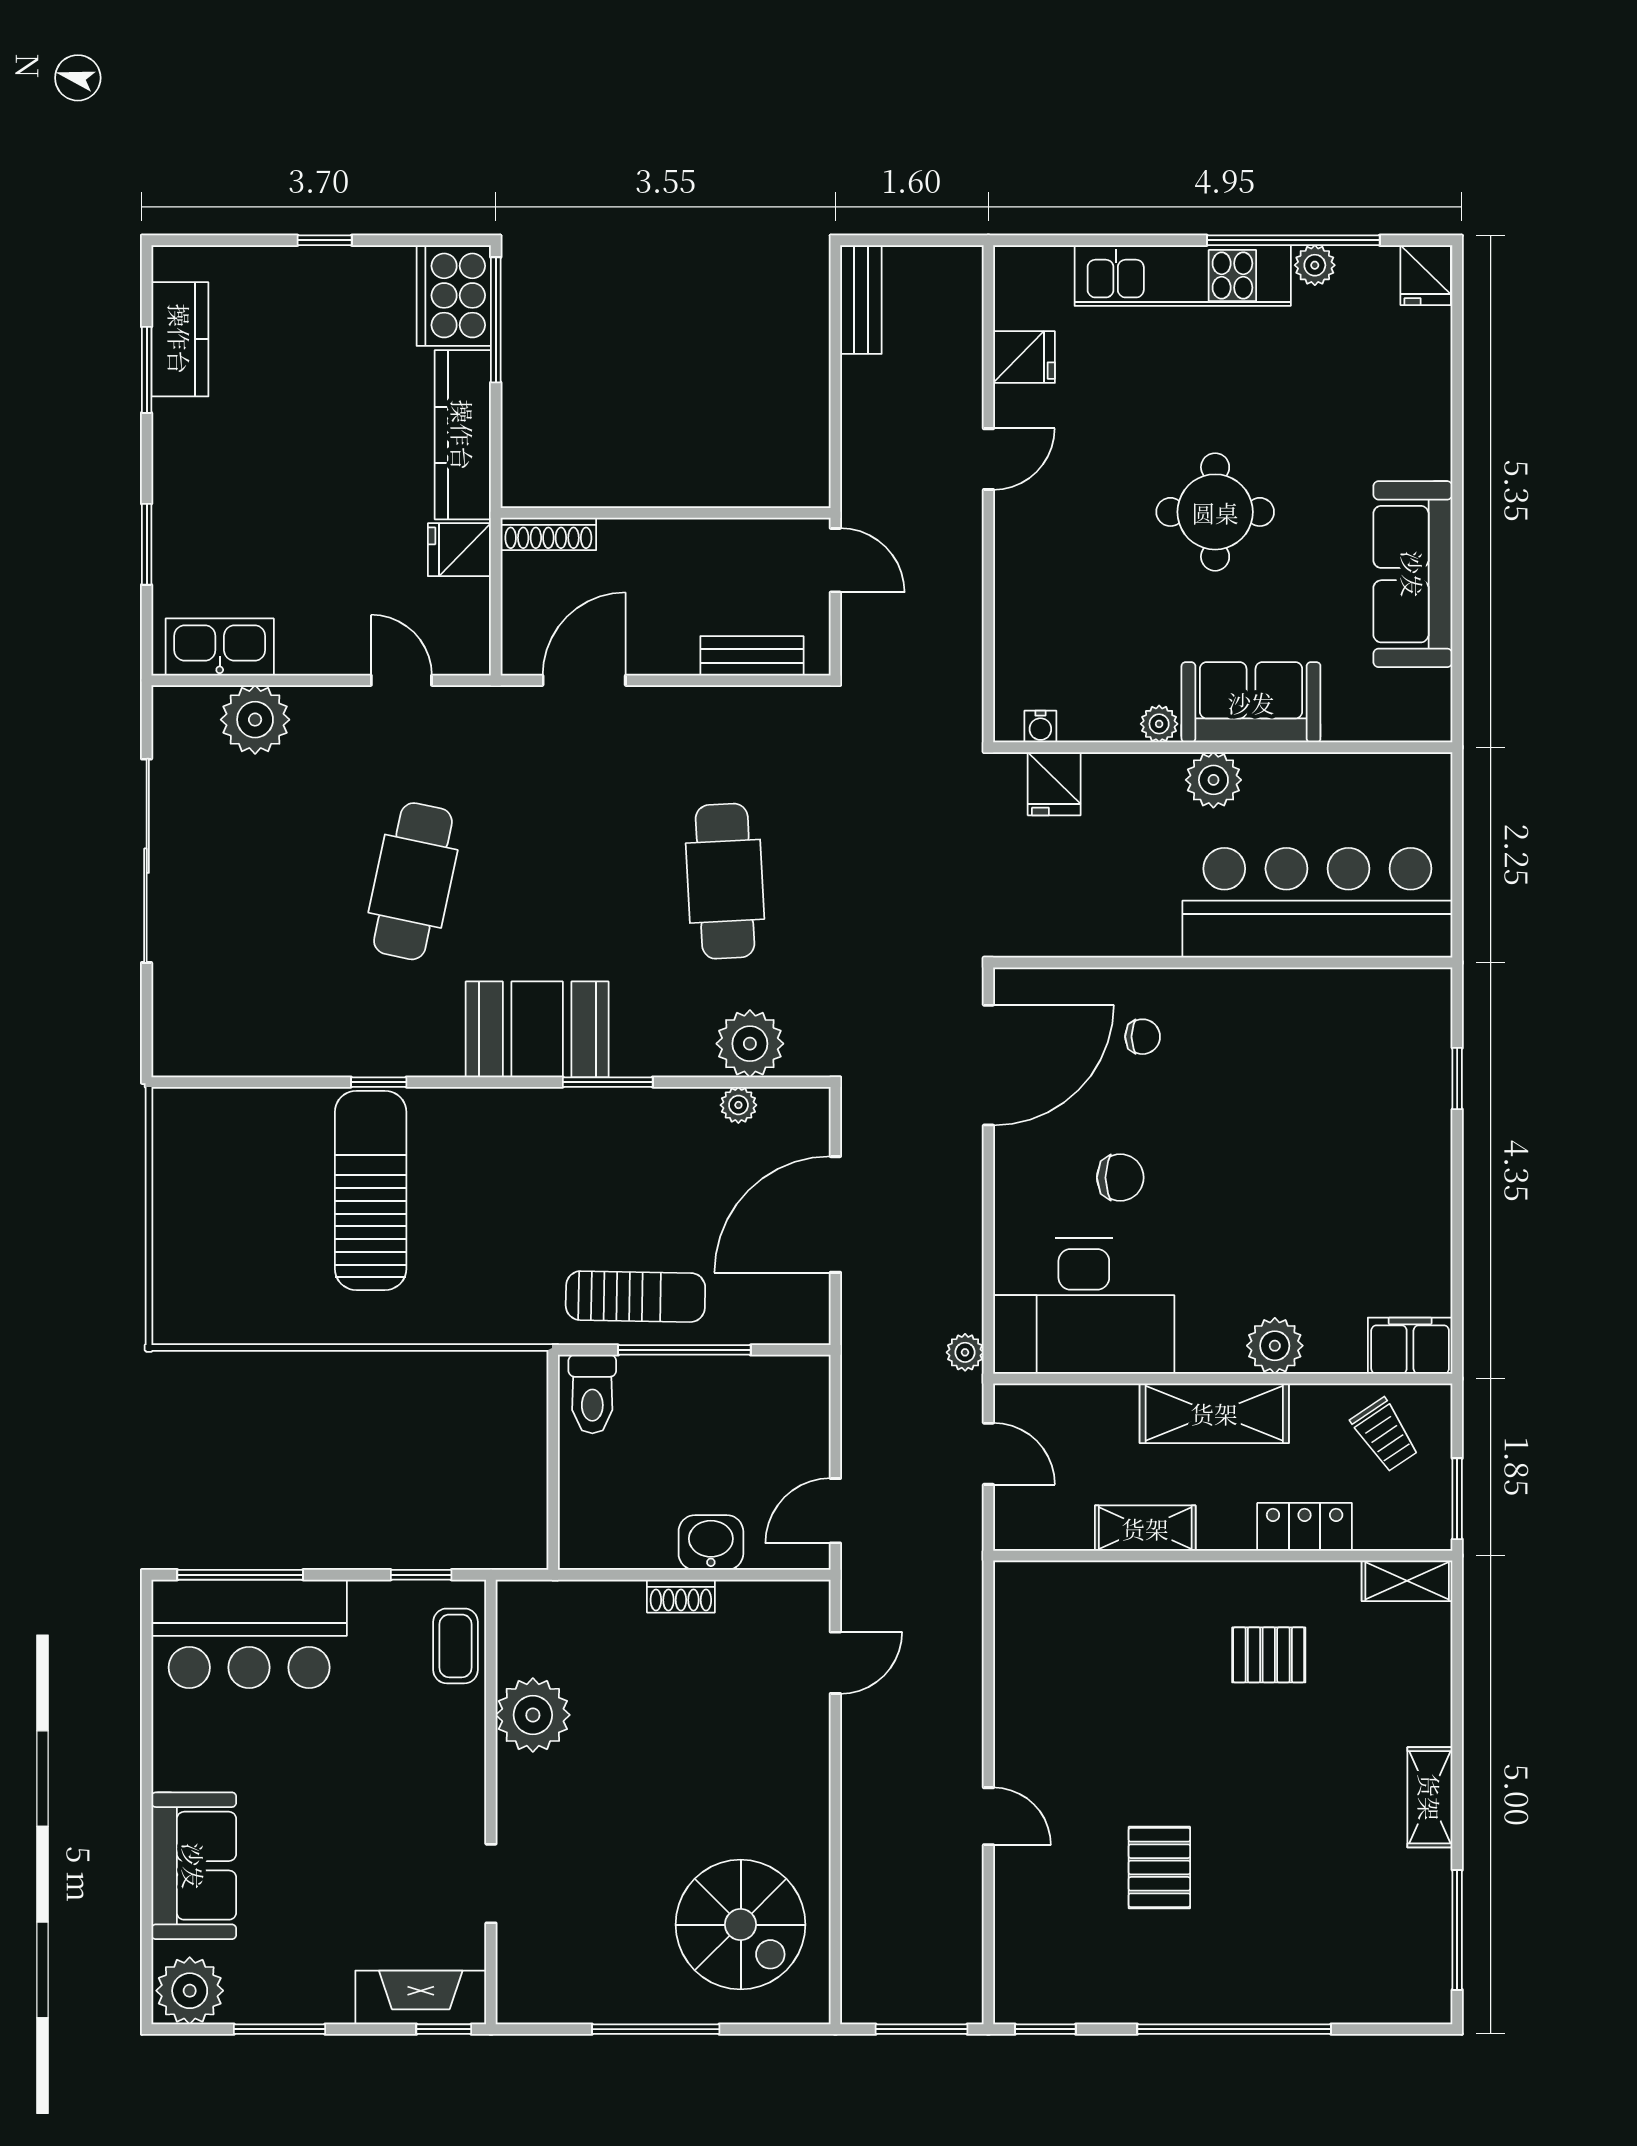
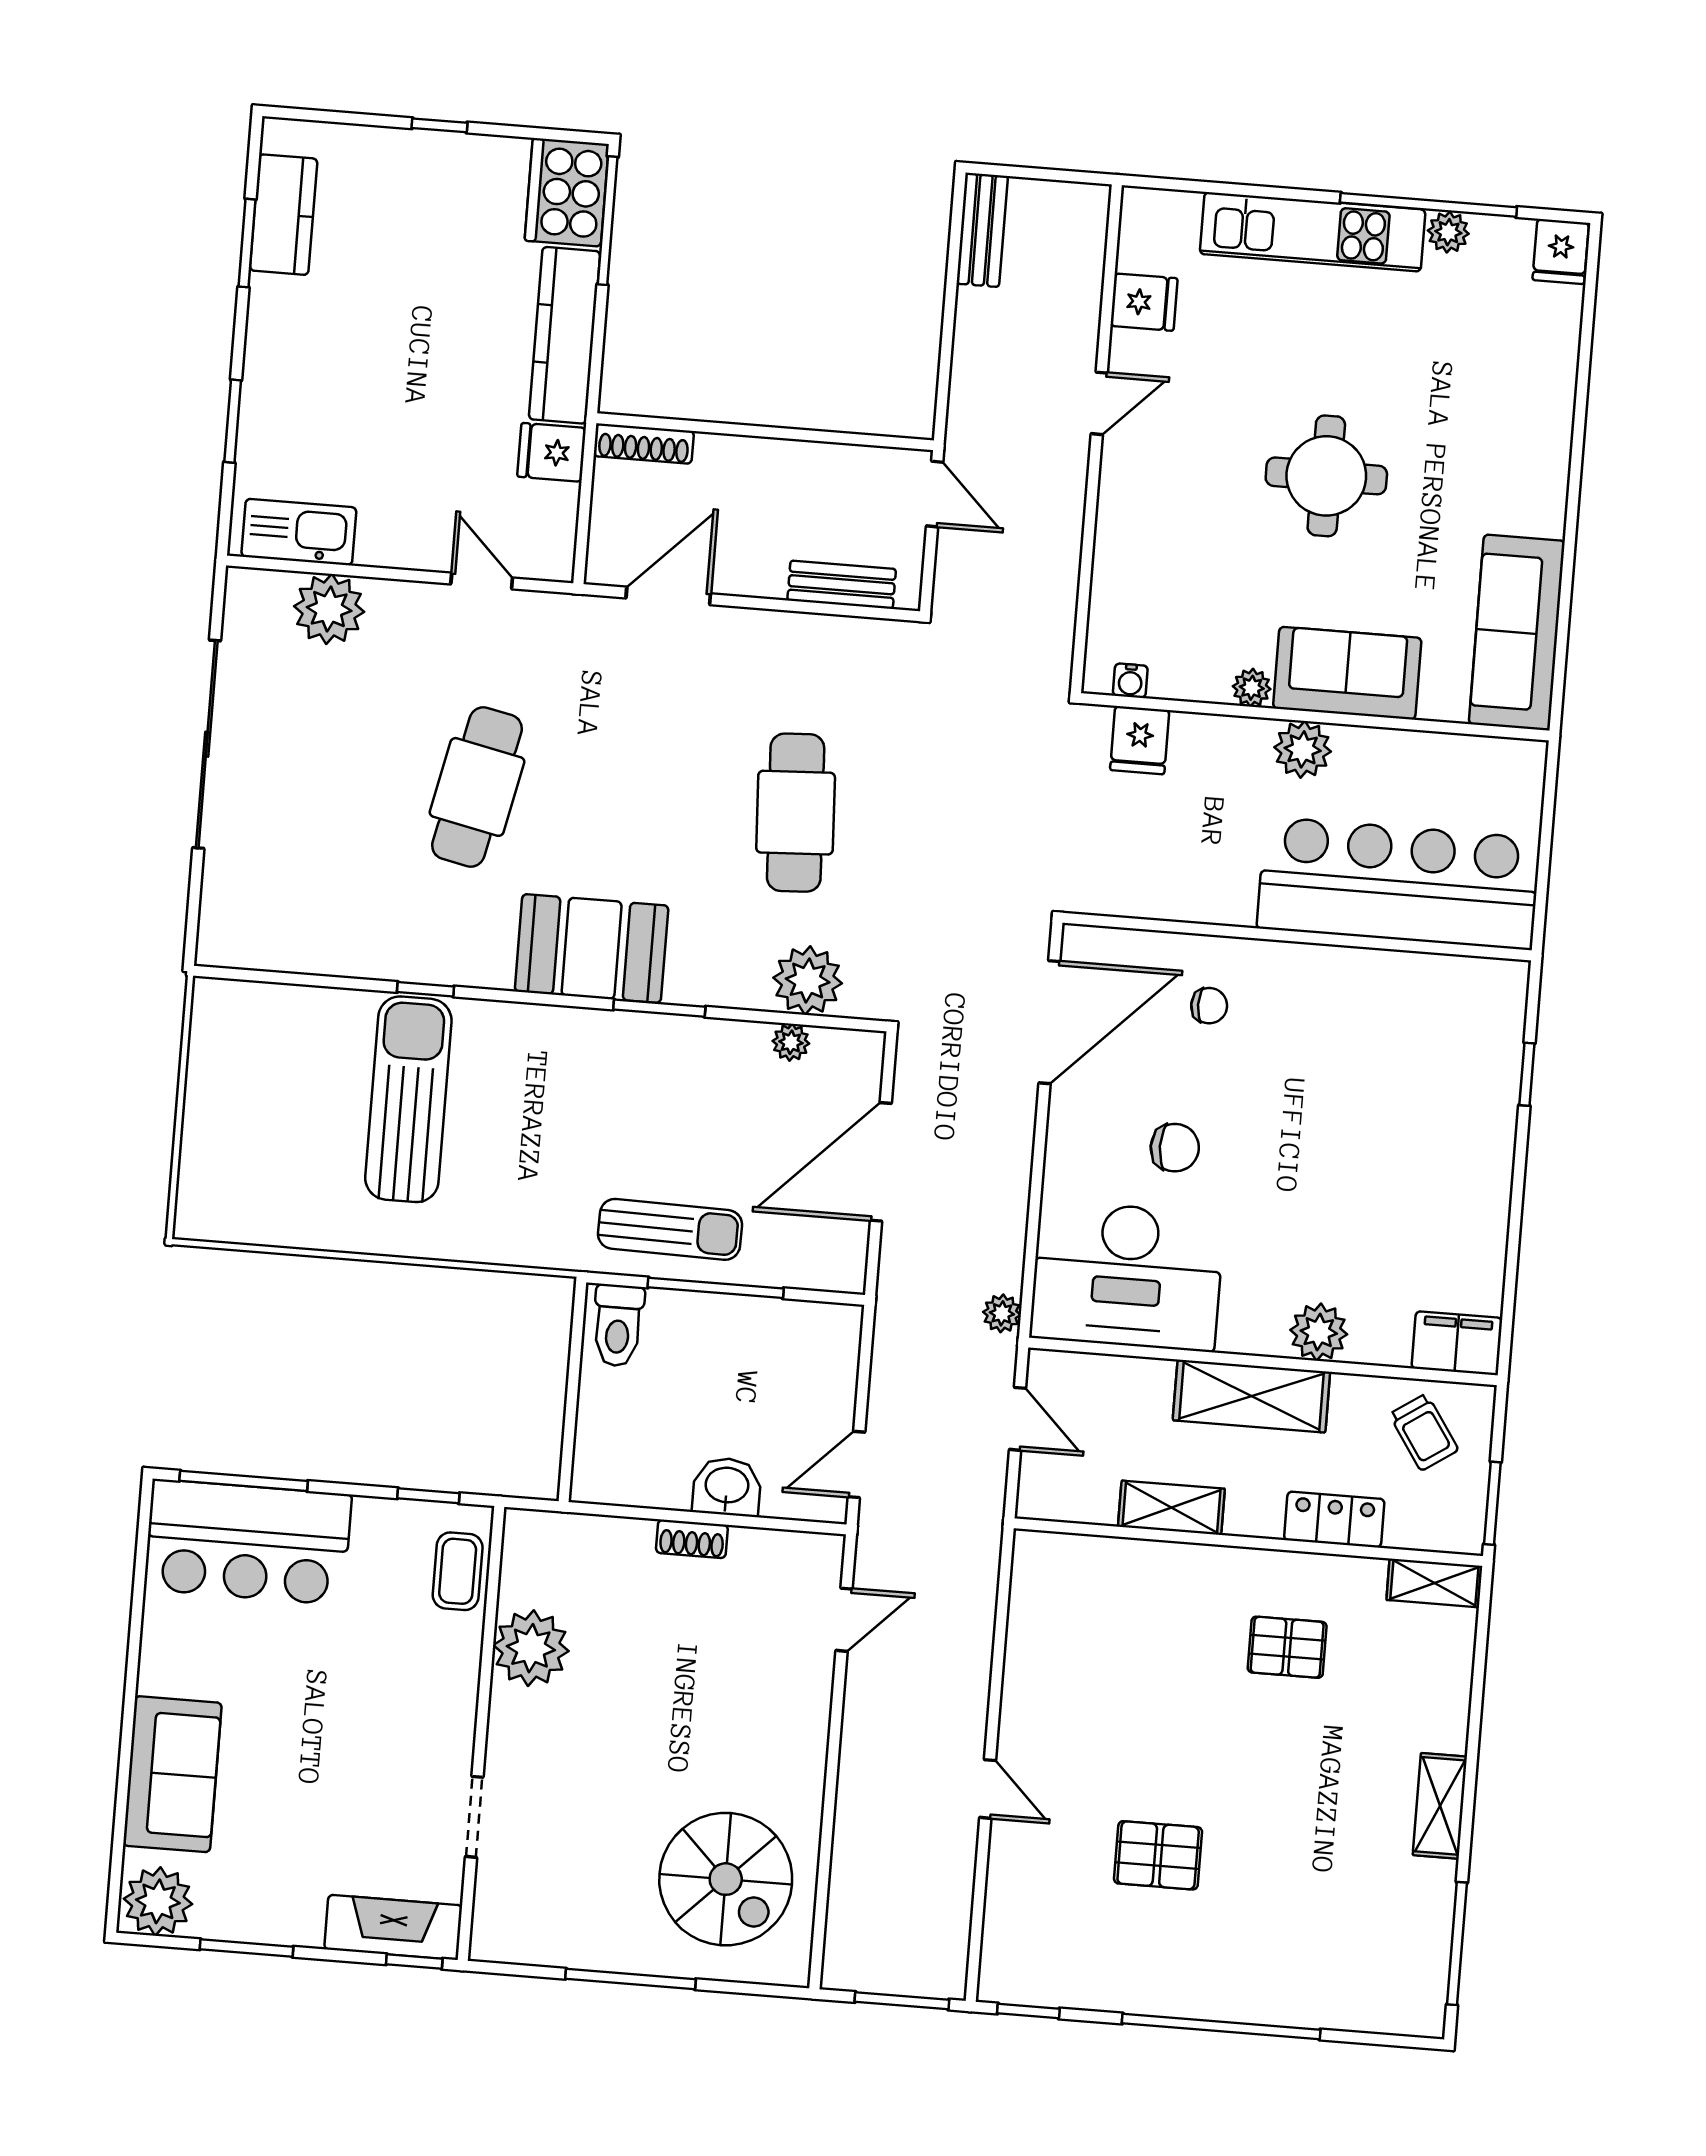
sofa: (1413, 574) -> (1517, 632), moved
pallet: (1159, 1868) -> (1158, 1855), turned 90

